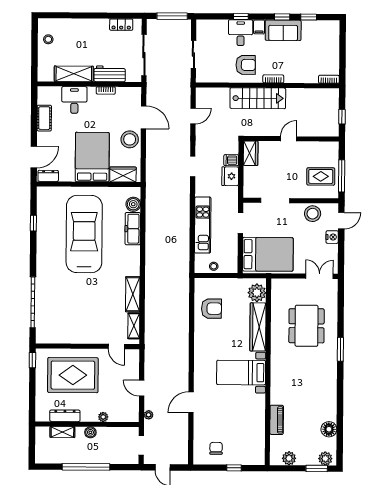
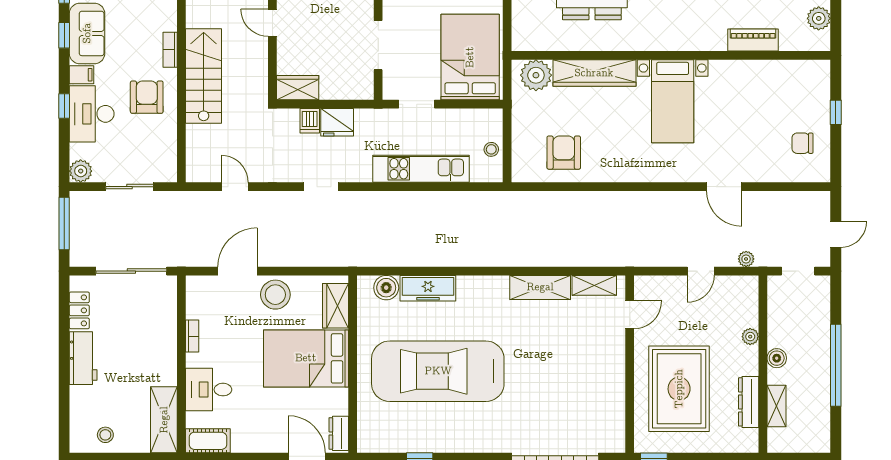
plant: (203, 26) -> (81, 171), added
desk: (241, 33) -> (92, 114), width x1.37
shelving: (74, 74) -> (164, 420), moved
workbench: (110, 74) -> (83, 358), moved, turned 180
cot: (44, 118) -> (208, 441), moved

